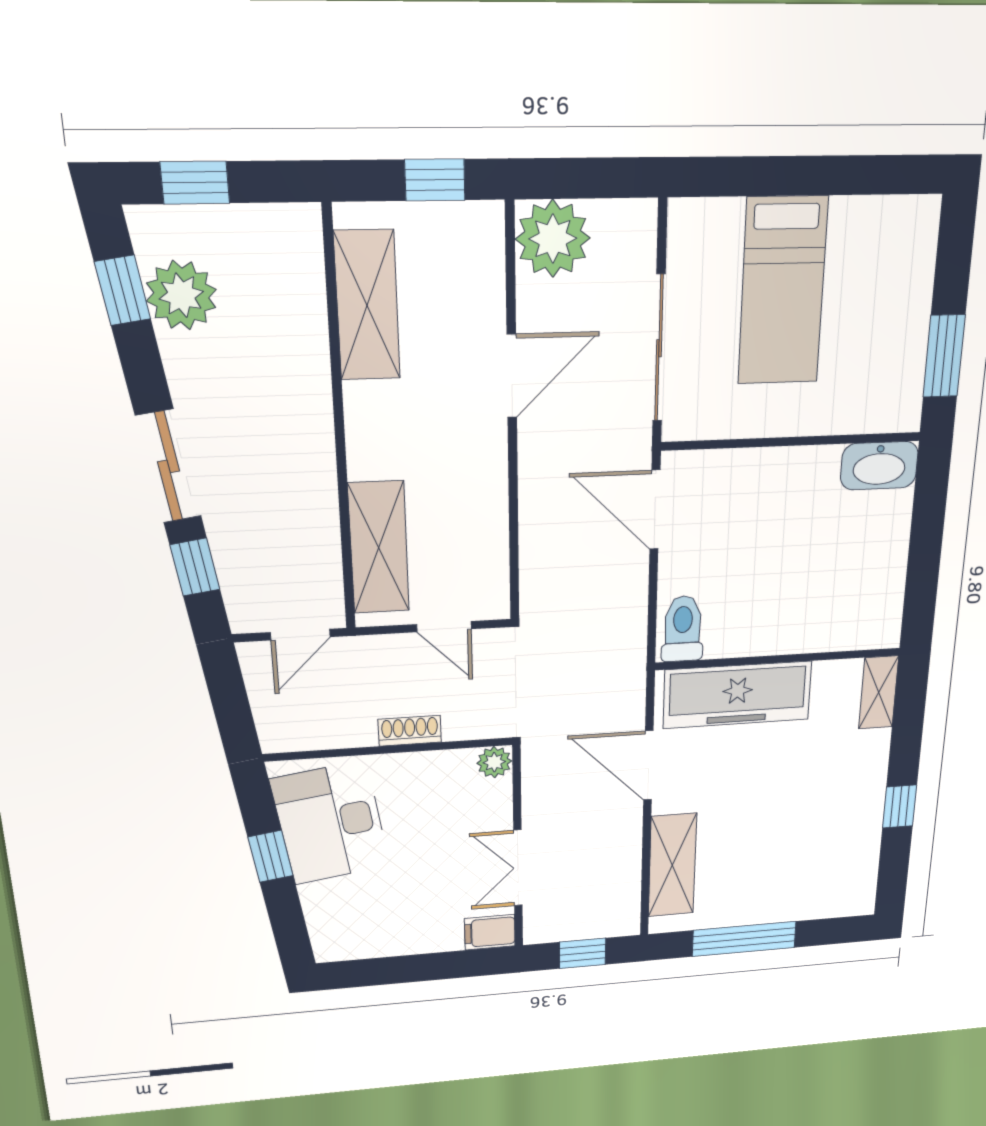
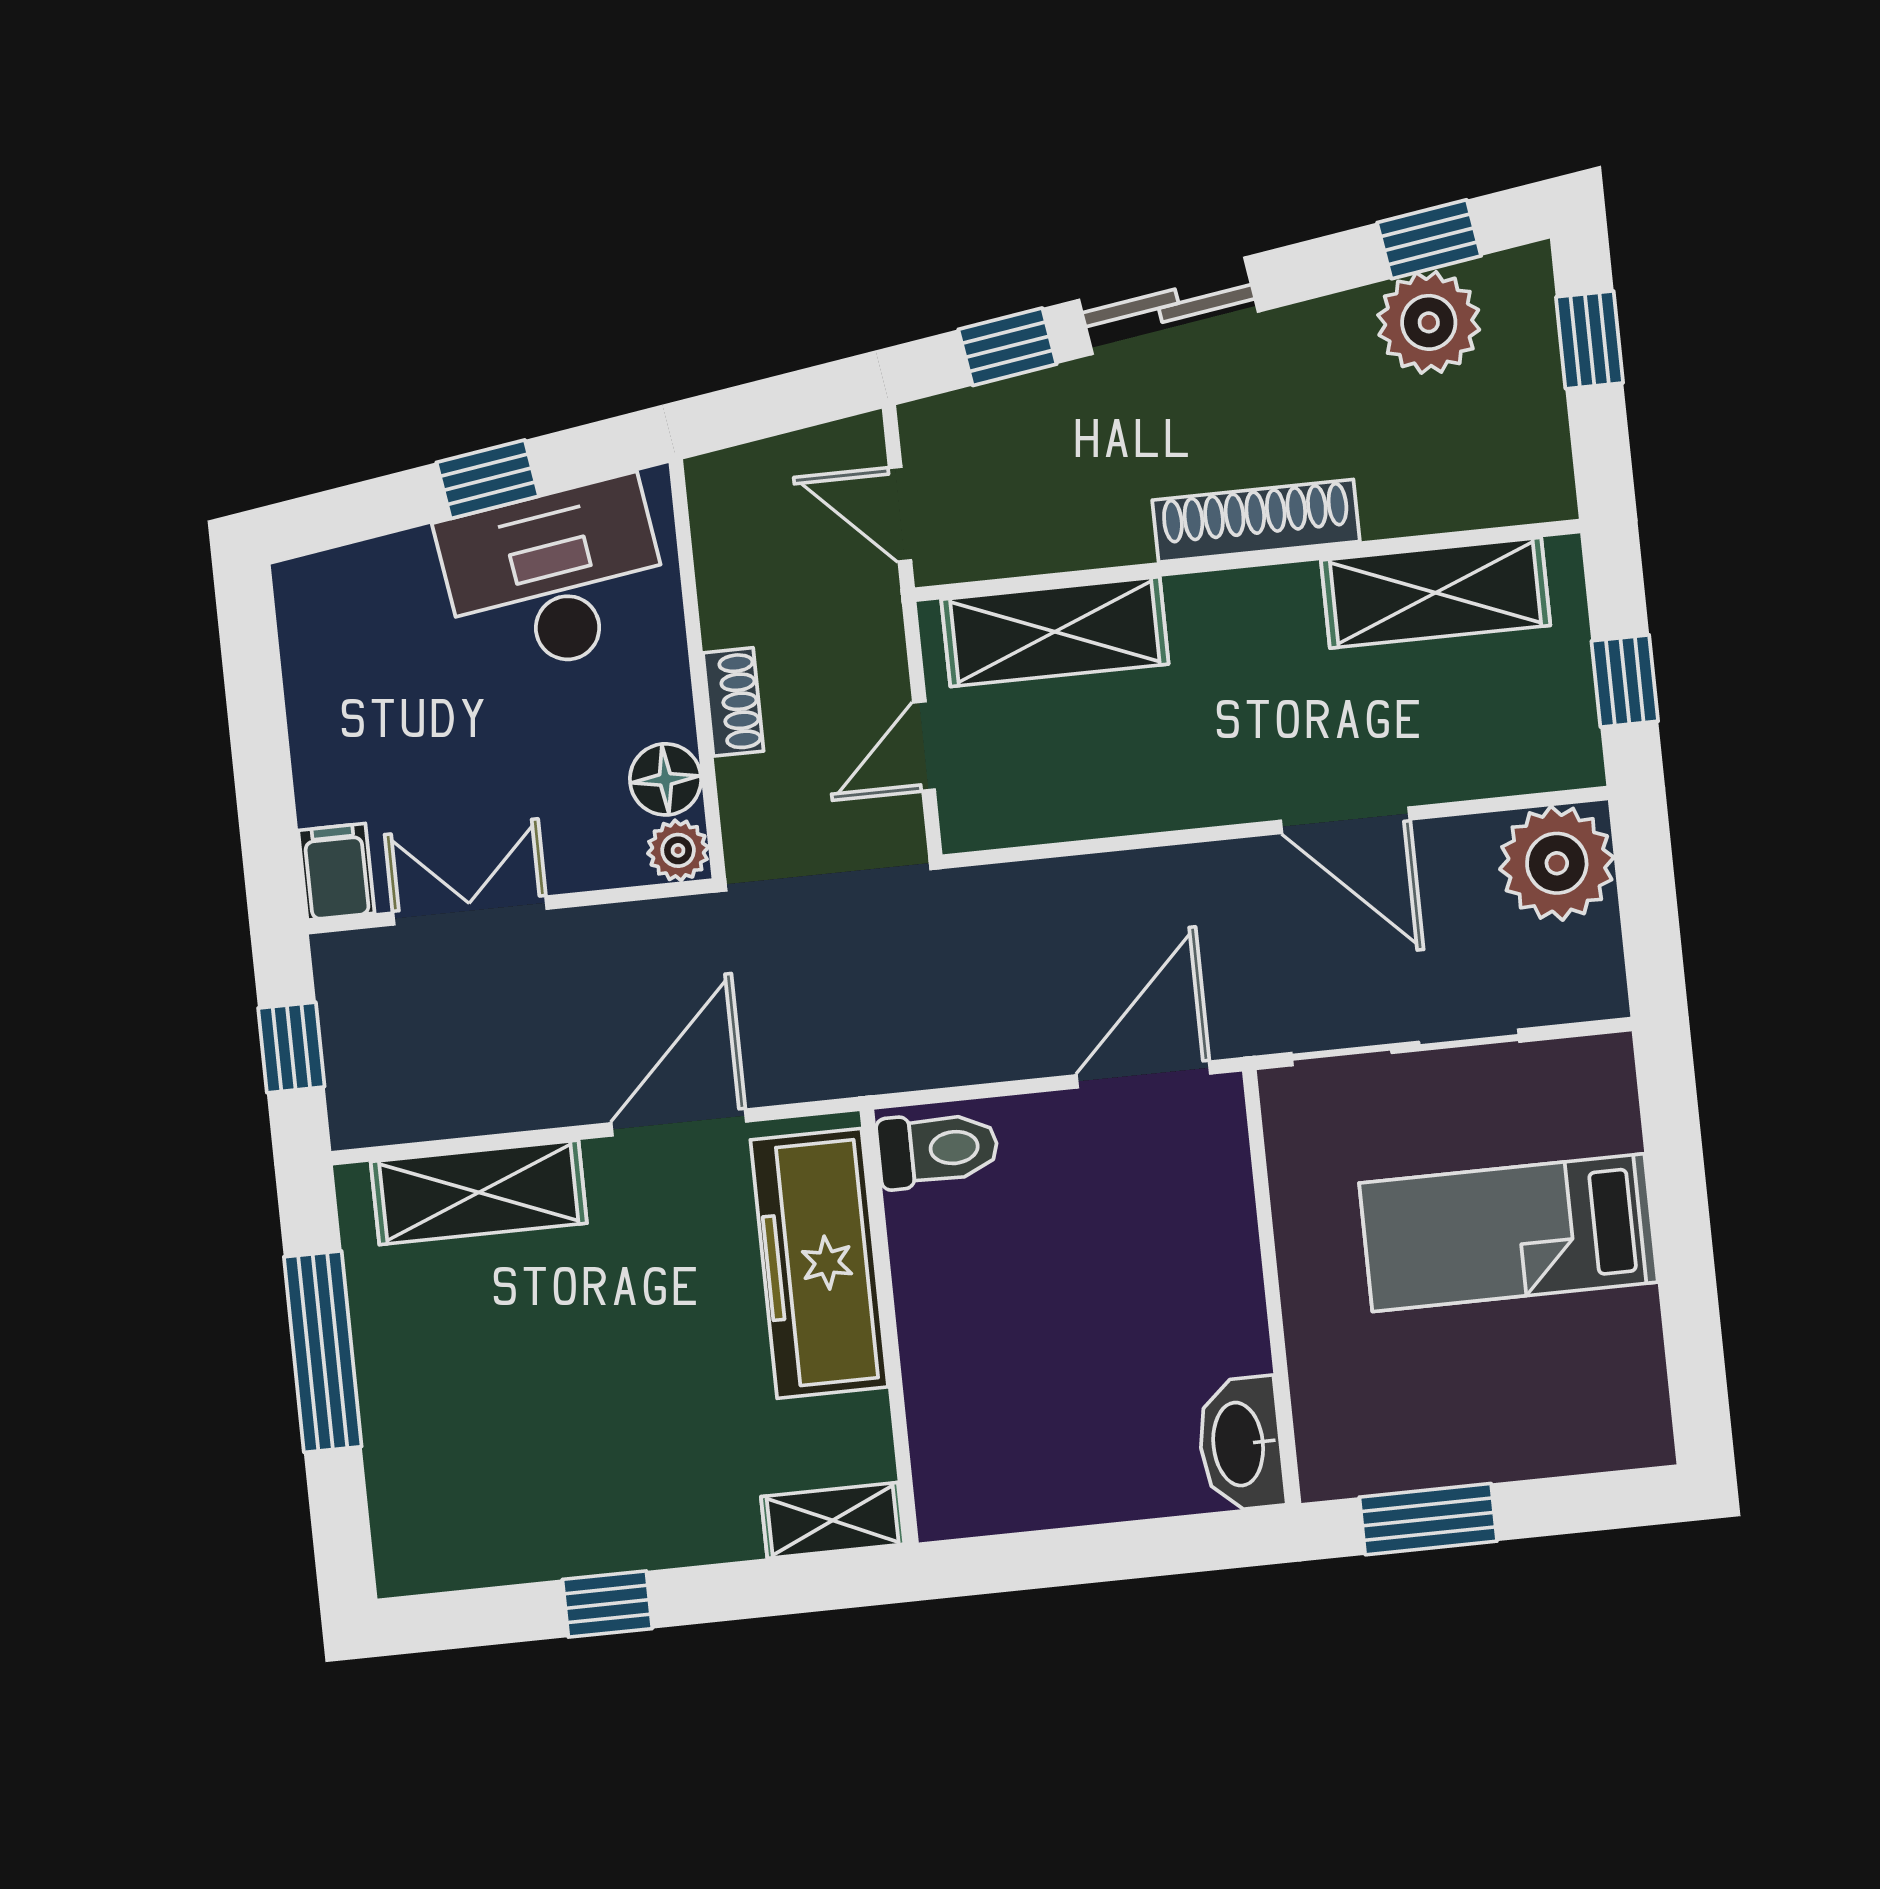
shoe rack: (314, 420) -> (1256, 521), added
floor lamp: (453, 768) -> (665, 779), added

